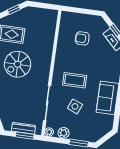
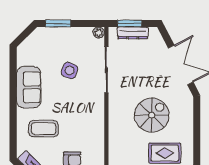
coffee table: (75, 80) -> (44, 129), moved
plant: (64, 133) -> (80, 34), removed

